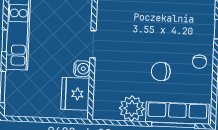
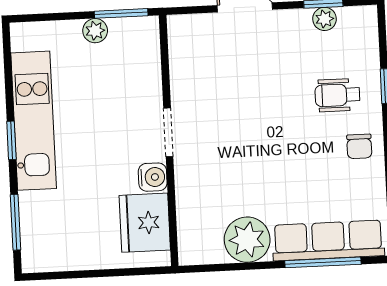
wheelchair: (190, 32) -> (337, 95), added
chair: (161, 71) -> (292, 170), removed

